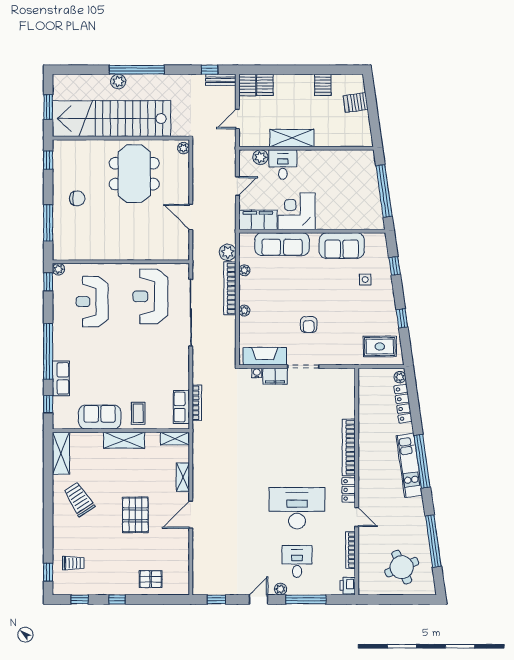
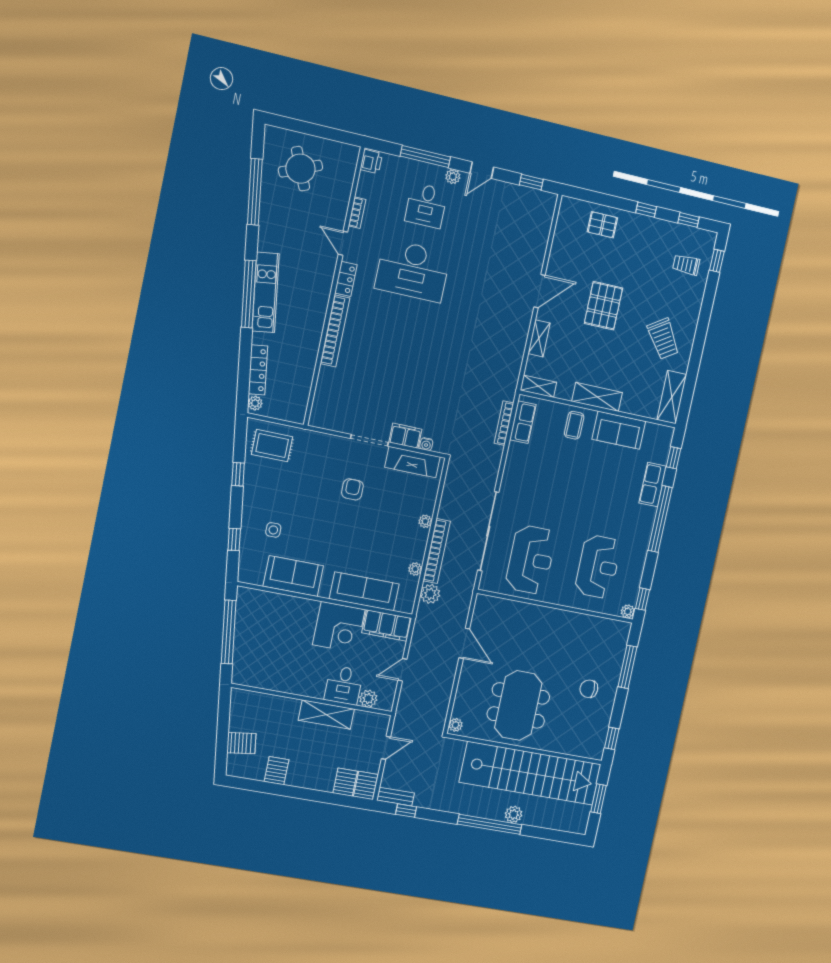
bookcase: (350, 550) -> (357, 213), width x0.64

